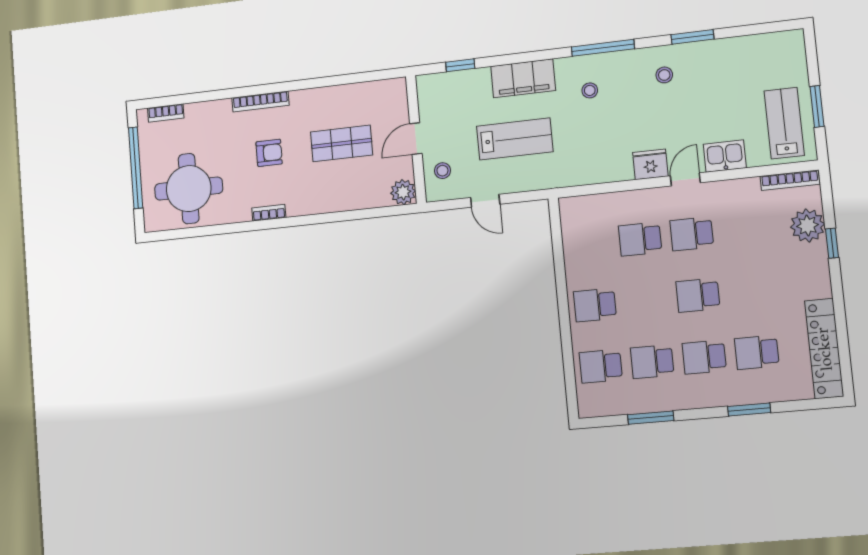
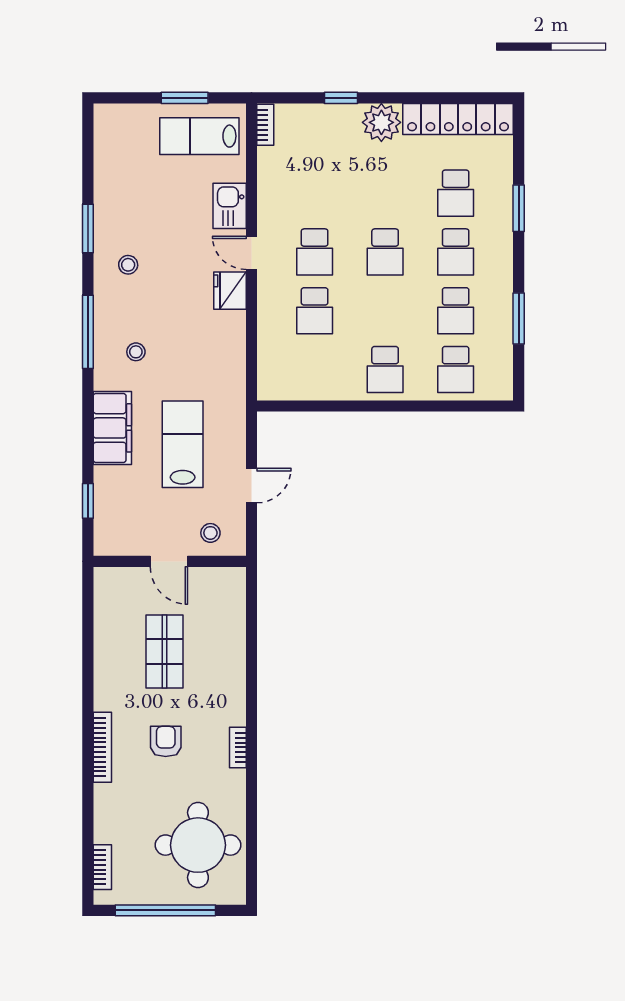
bookcase: (790, 180) -> (265, 125), width x0.64
plant: (403, 192) -> (231, 582), removed
plant: (808, 226) -> (381, 122), moved

